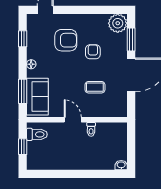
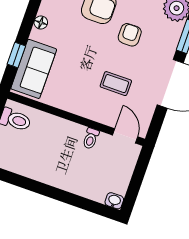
window: (23, 91) -> (16, 55), width x0.67
door: (73, 120) -> (125, 136), moved

